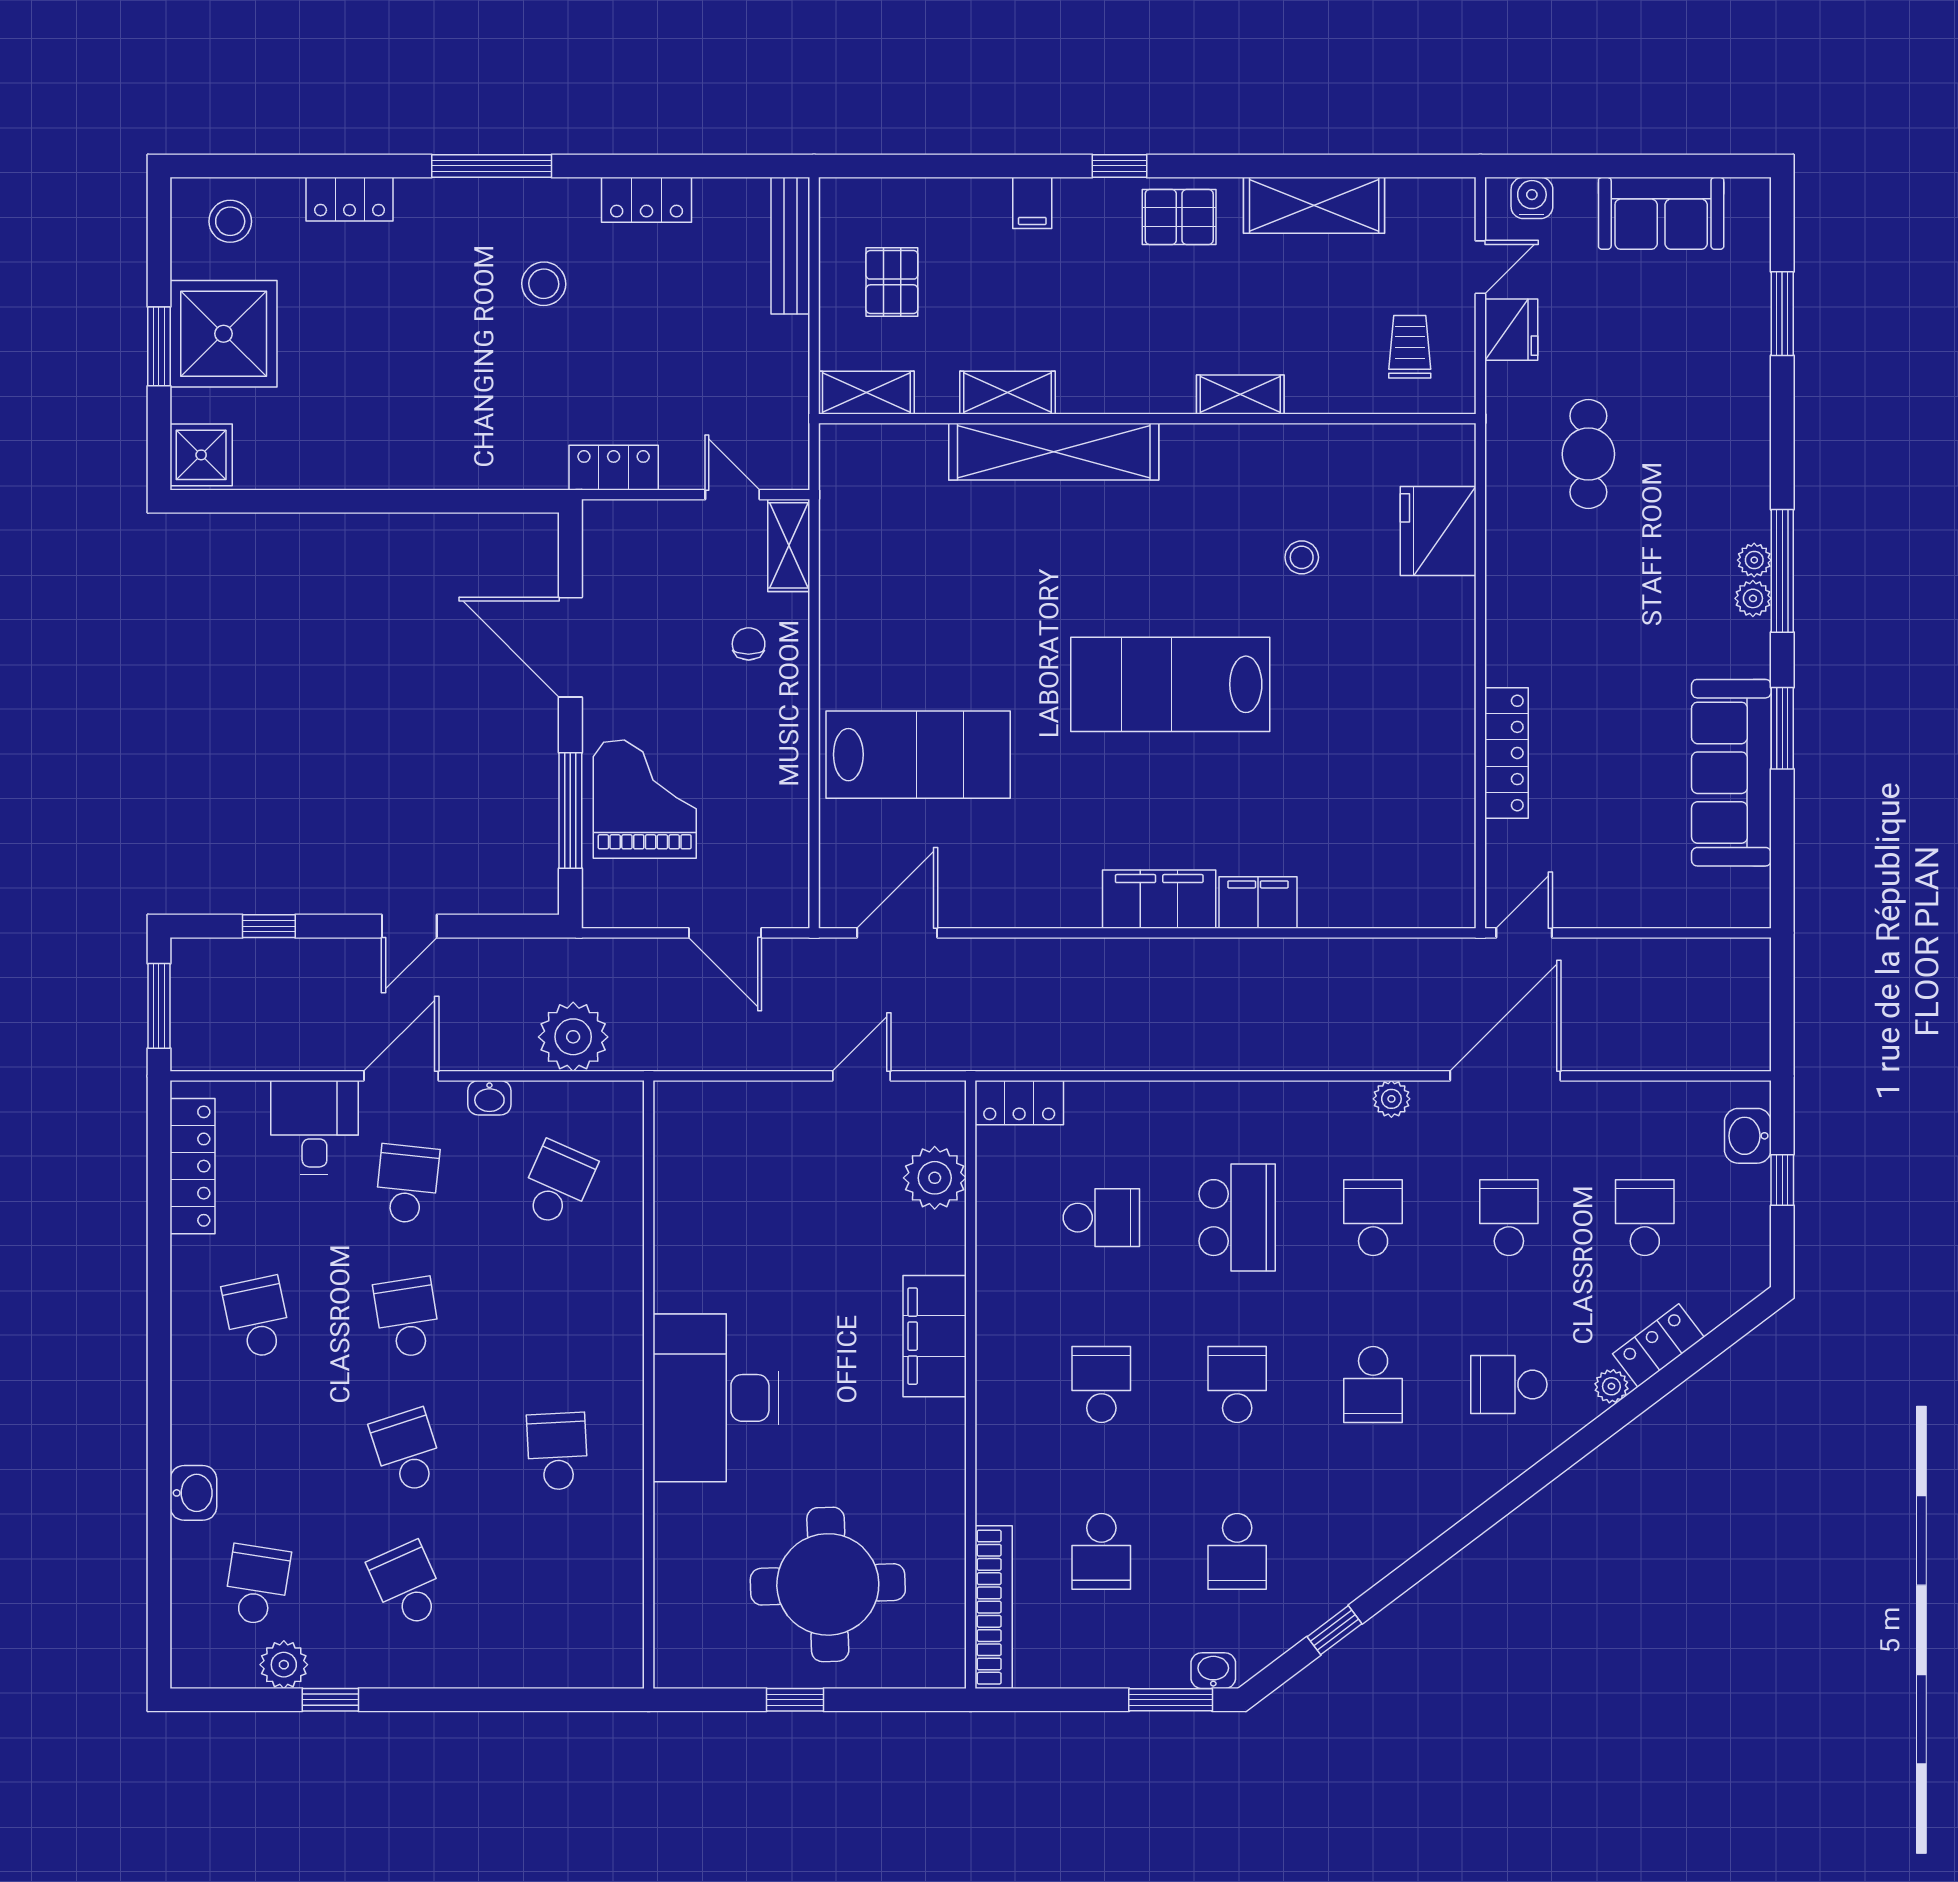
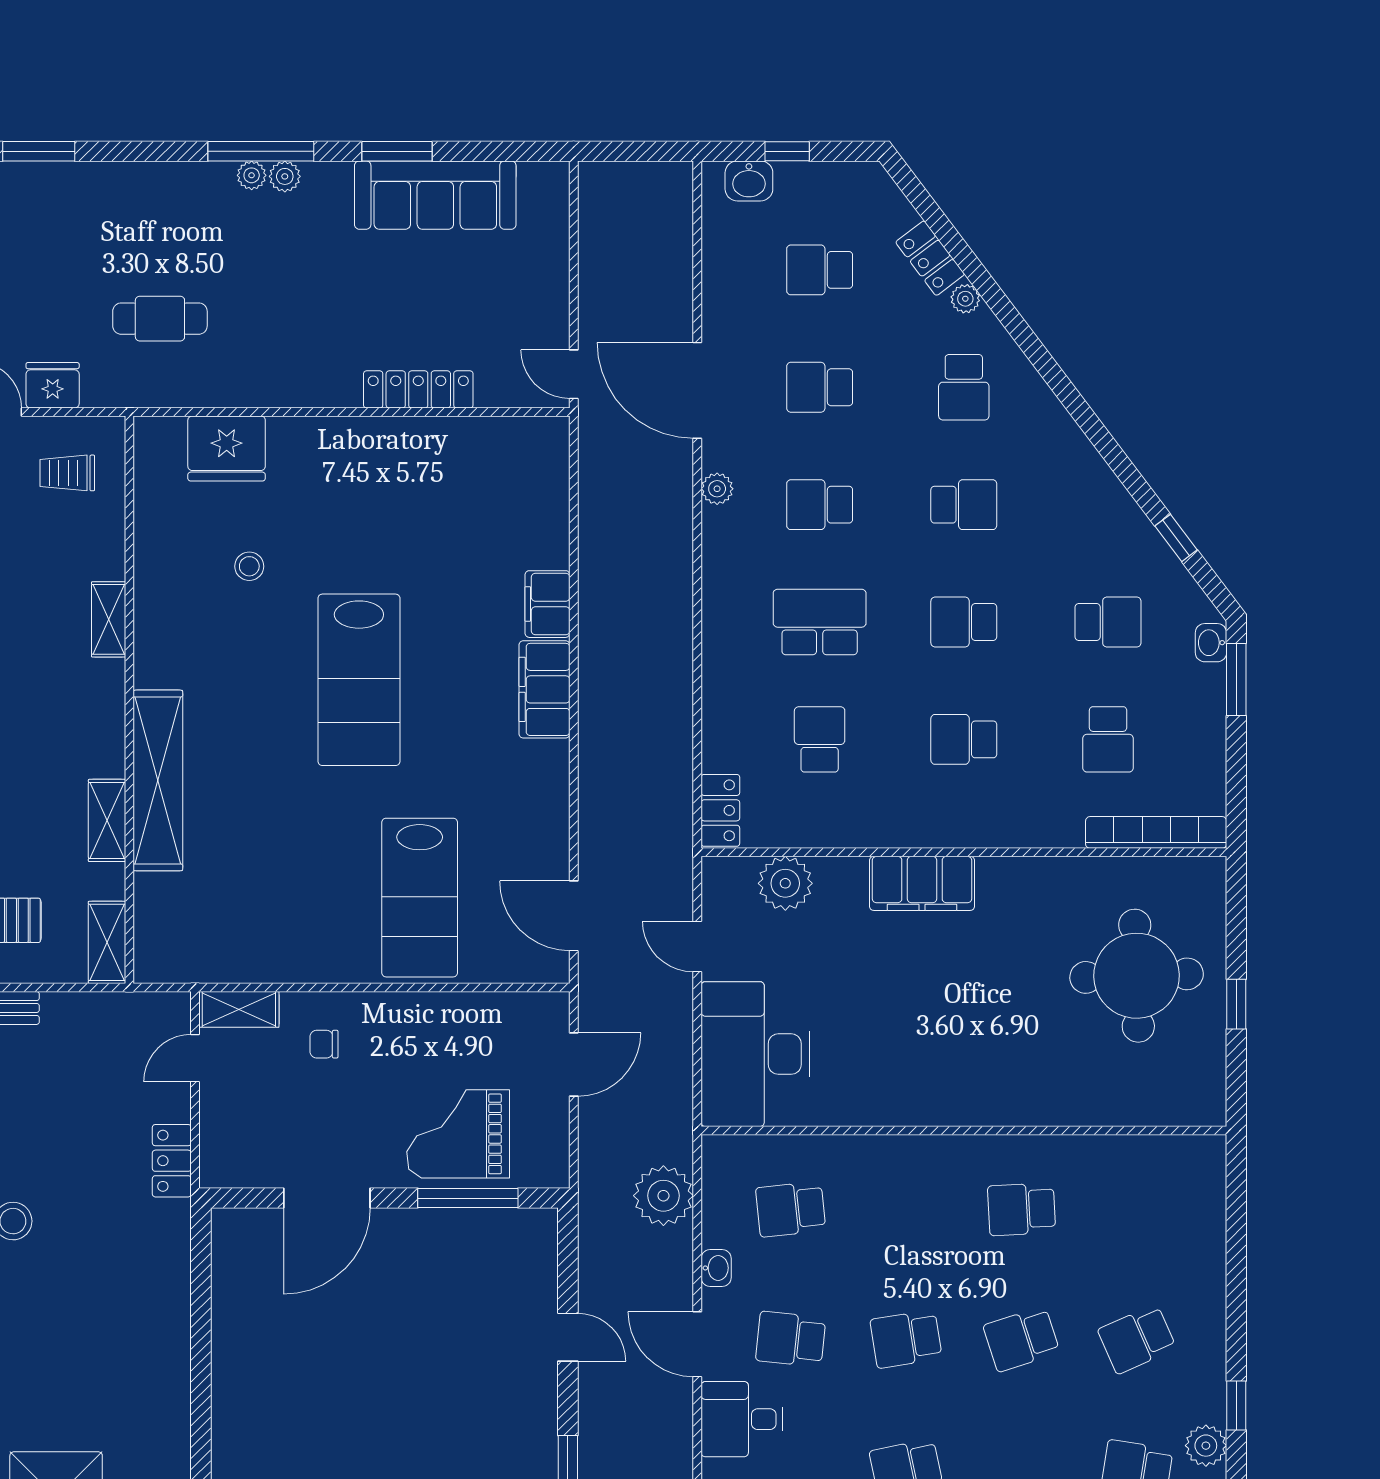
lab bench: (918, 755) -> (420, 898), turned 180
school desk: (557, 1184) -> (791, 1209), turned -30
desk: (716, 1398) -> (755, 1054), moved, turned 90
school desk: (1101, 1551) -> (1108, 739), turned 90

